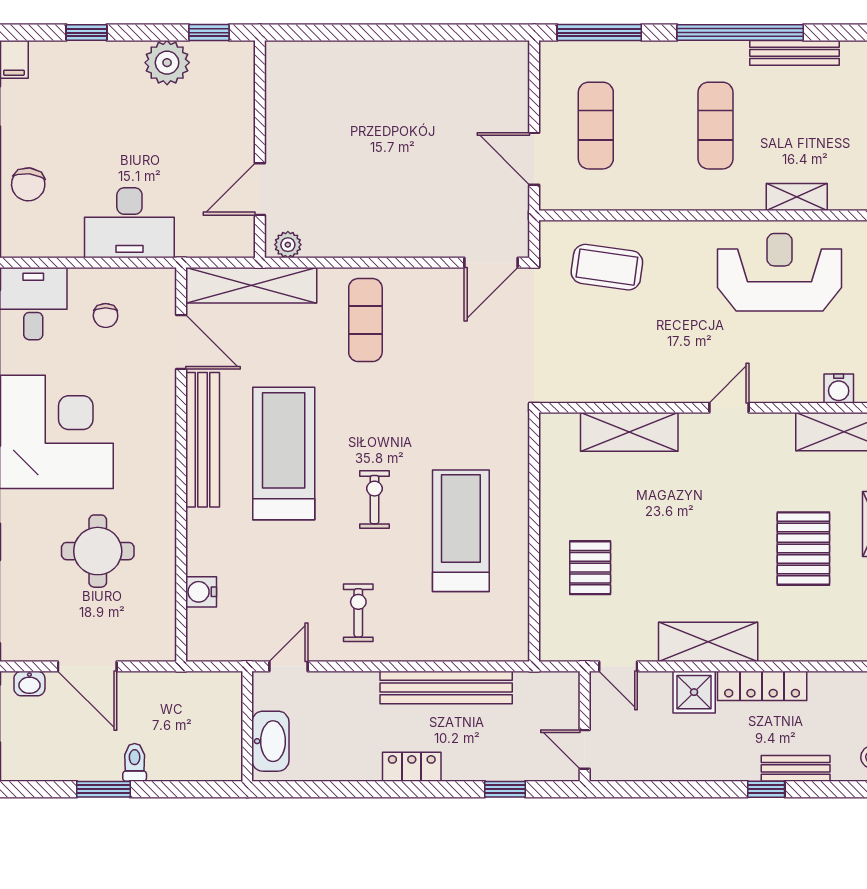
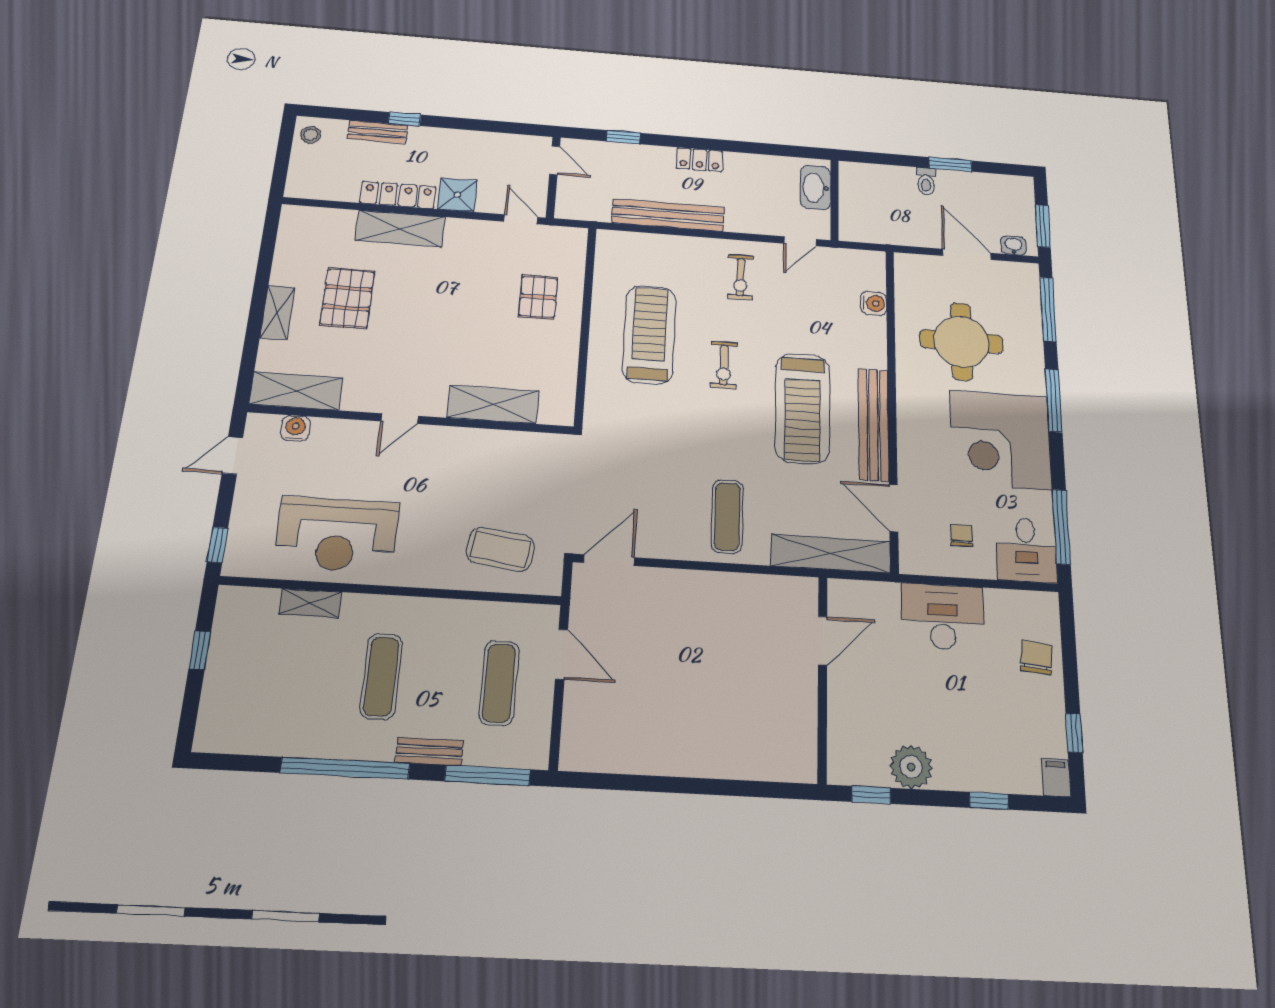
bench: (795, 53) -> (429, 752), moved, width x0.73
plant: (288, 245) -> (797, 588), removed
treadmill: (461, 531) -> (649, 335), turned 180
round table: (98, 551) -> (961, 342), width x1.36, depth x1.36
shelving: (708, 642) -> (400, 229), moved

